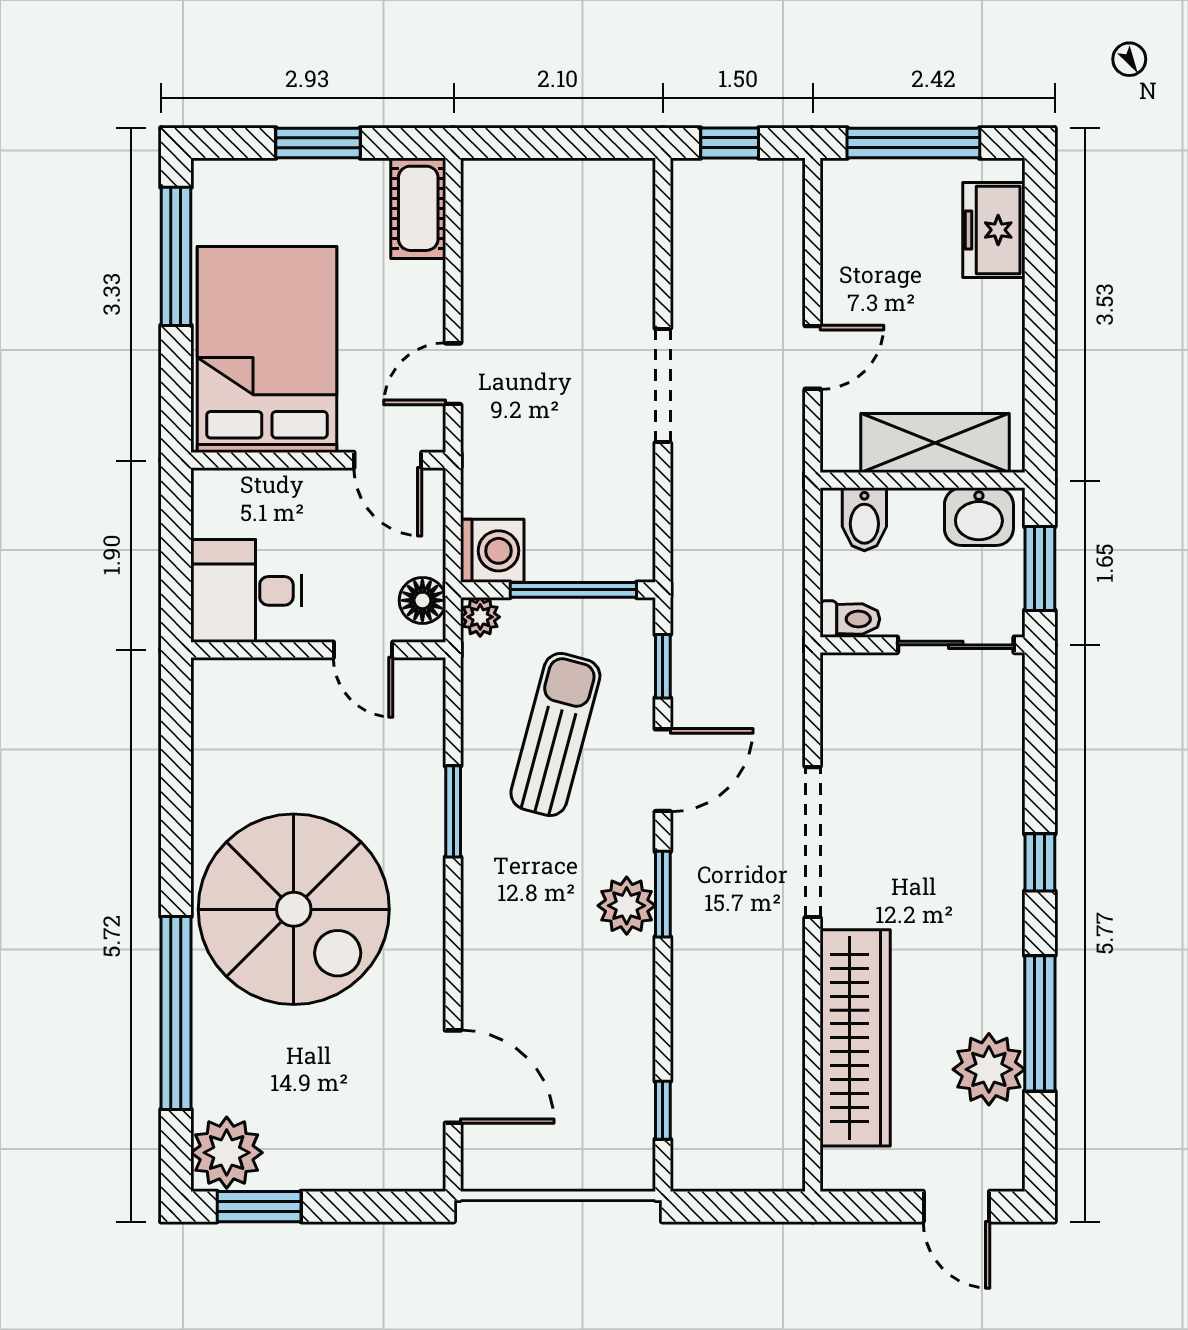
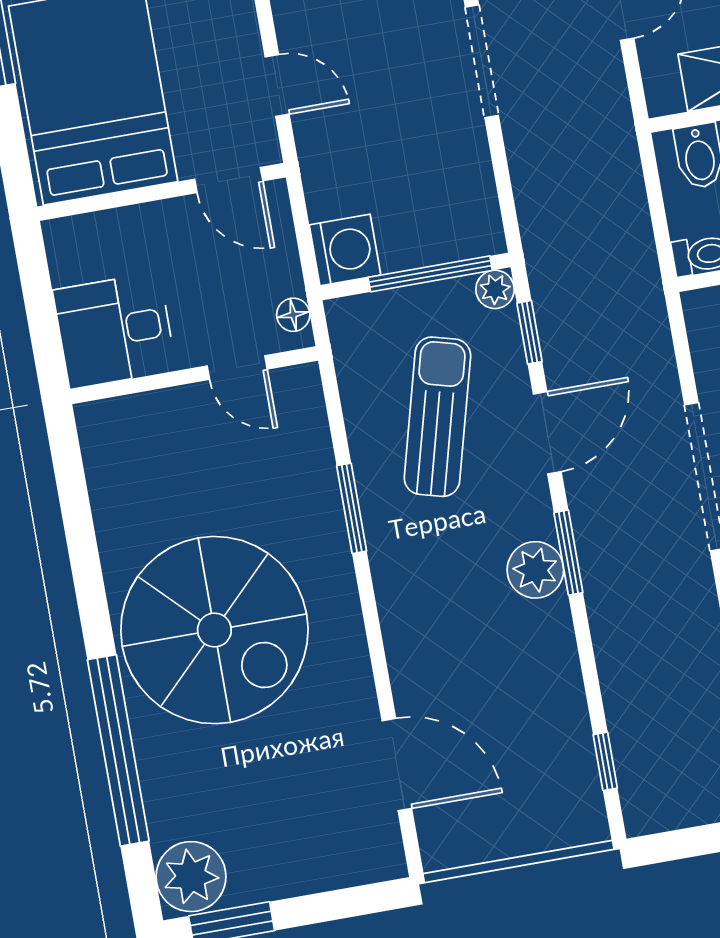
door: (453, 374) -> (277, 85), swing flipped
floor lamp: (422, 600) -> (293, 315), width x0.73, depth x0.73
plant: (480, 617) -> (495, 289), moved

